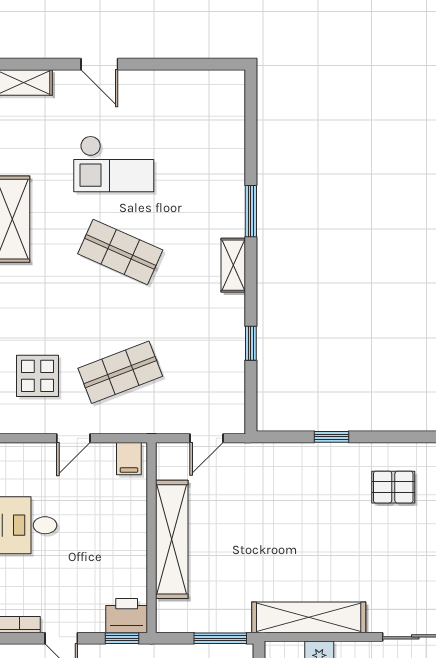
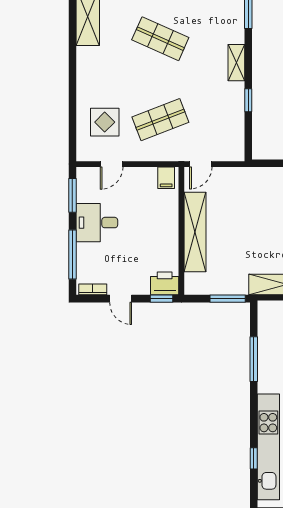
shelving: (233, 265) -> (236, 63), moved
door: (73, 438) -> (112, 164), moved
door: (206, 438) -> (201, 164), moved

